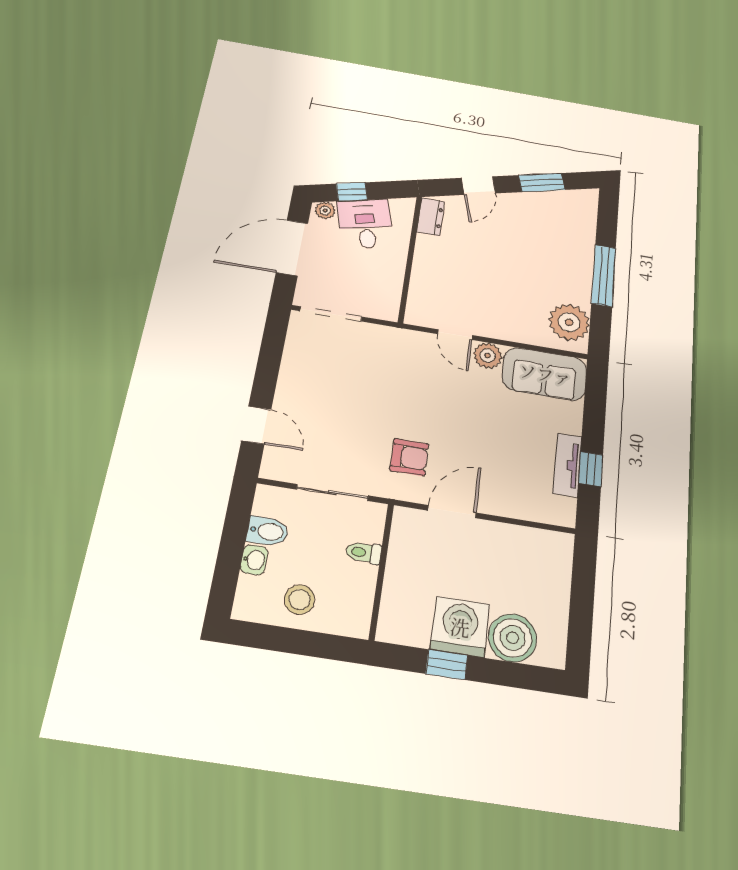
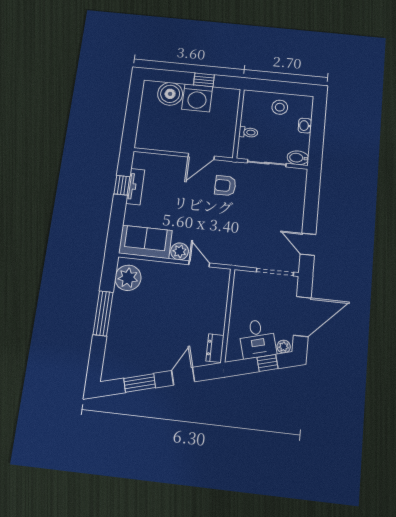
door: (256, 425) -> (308, 244), moved
bidet: (268, 531) -> (298, 158), moved

